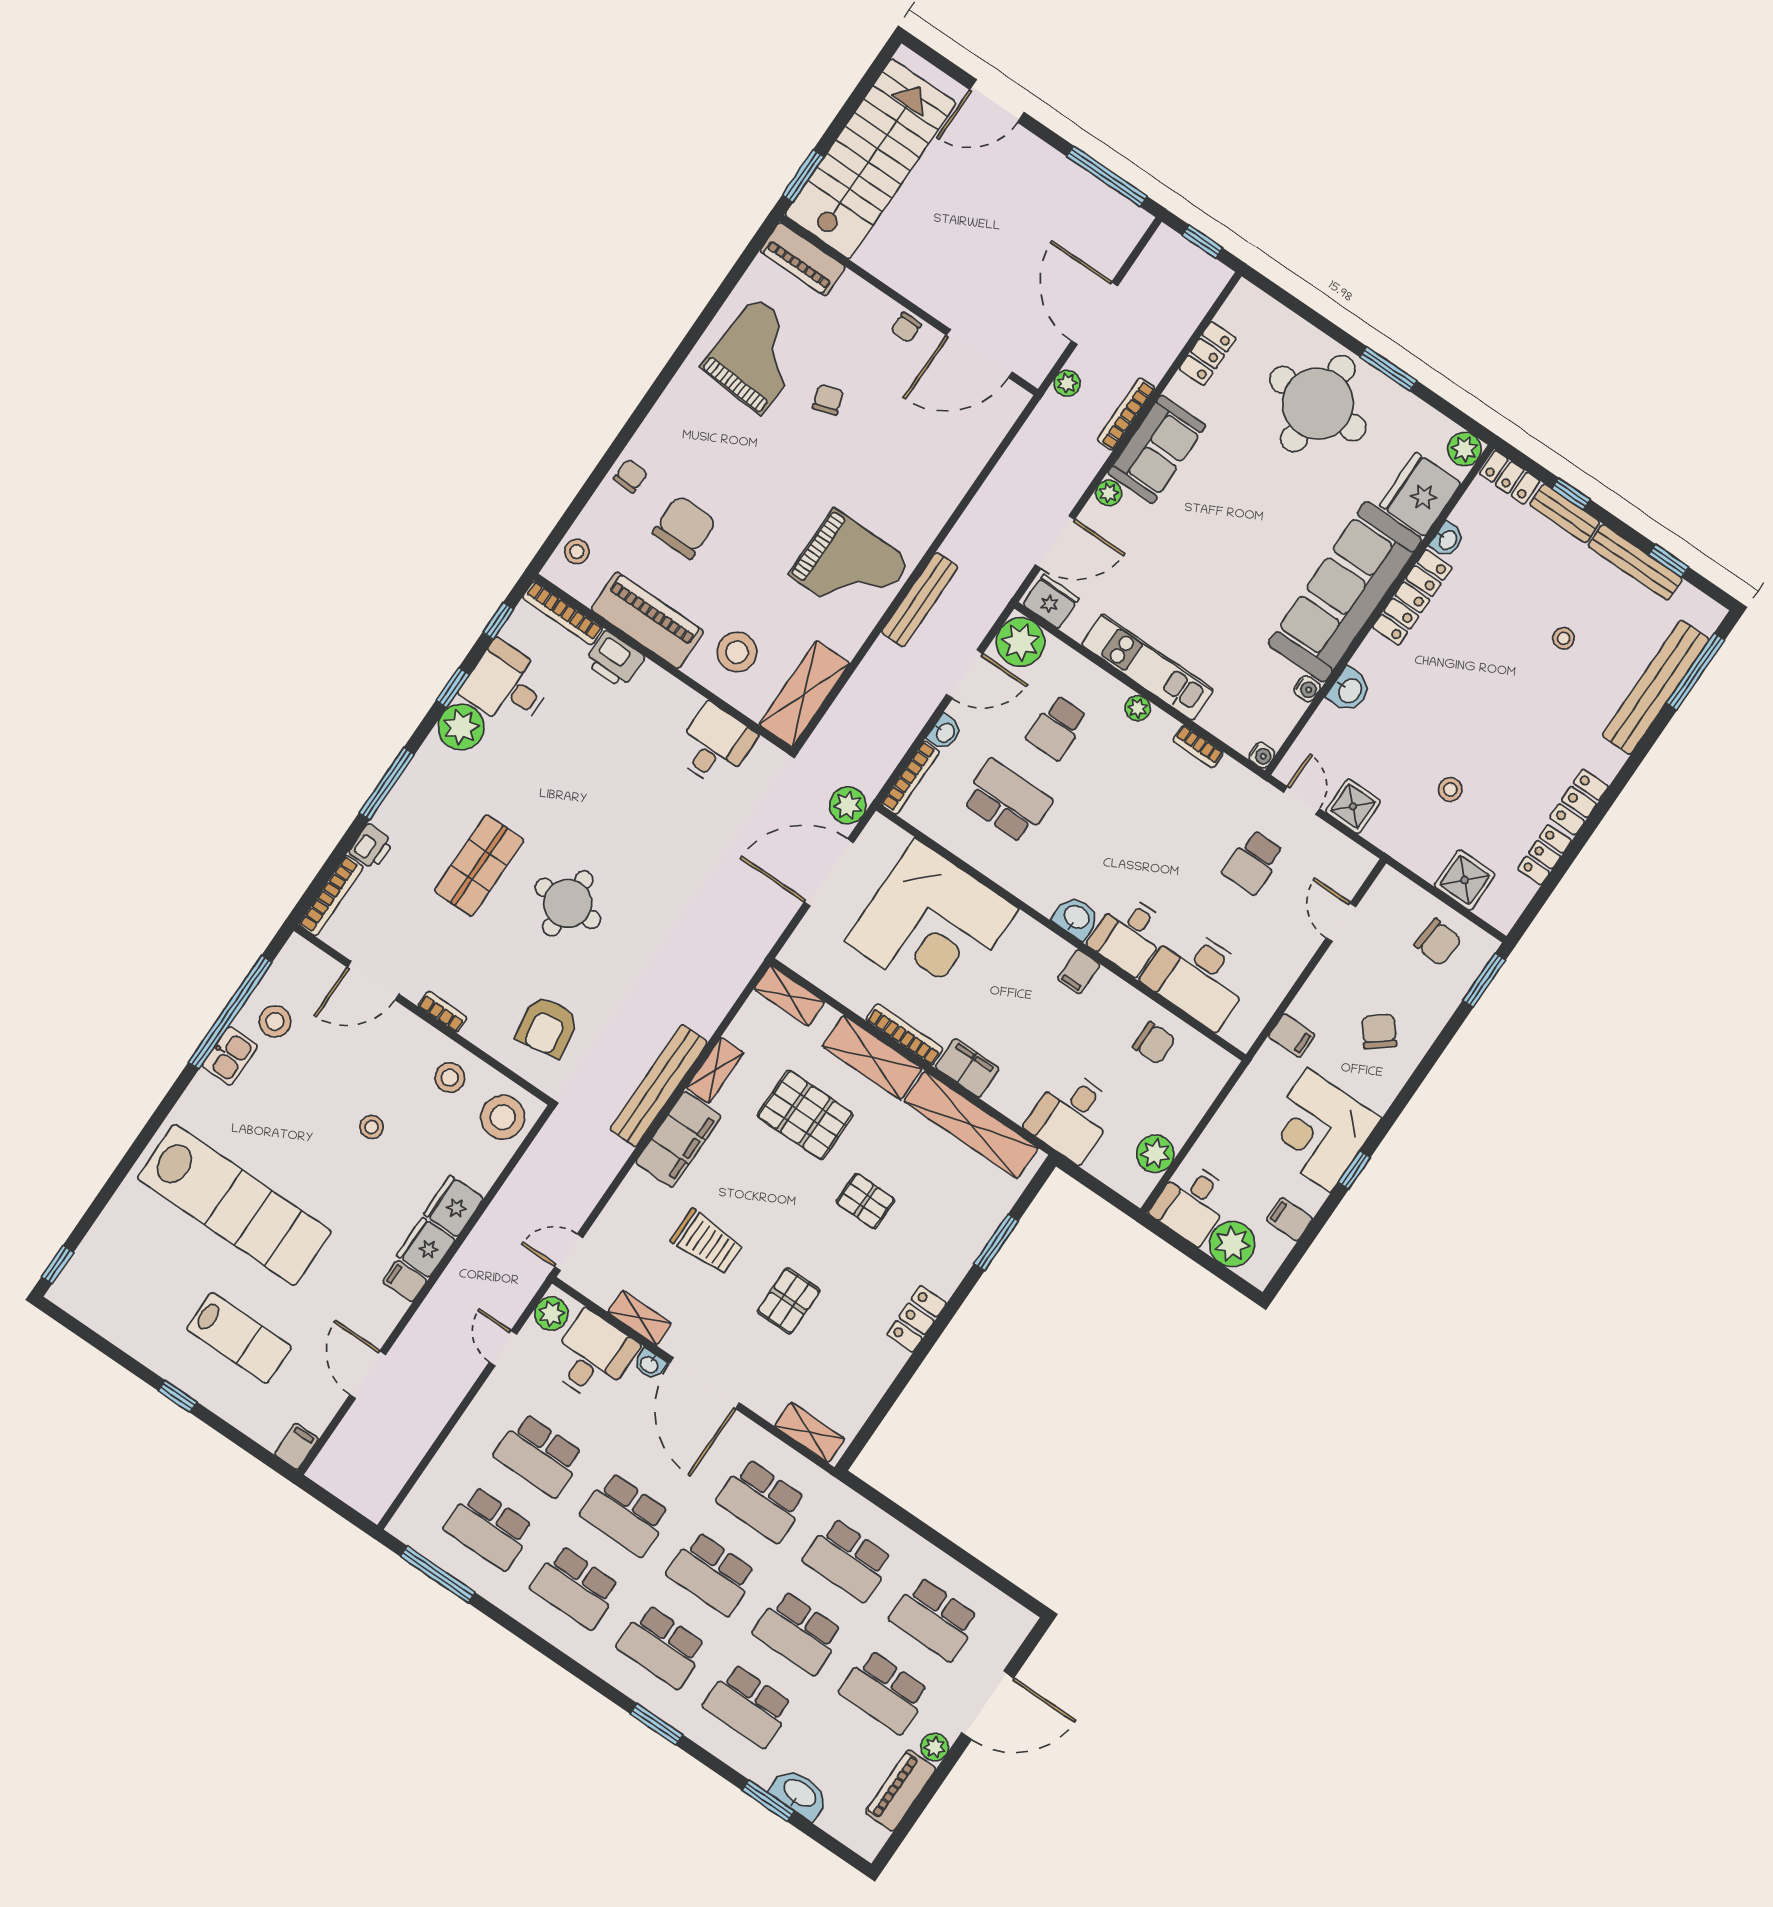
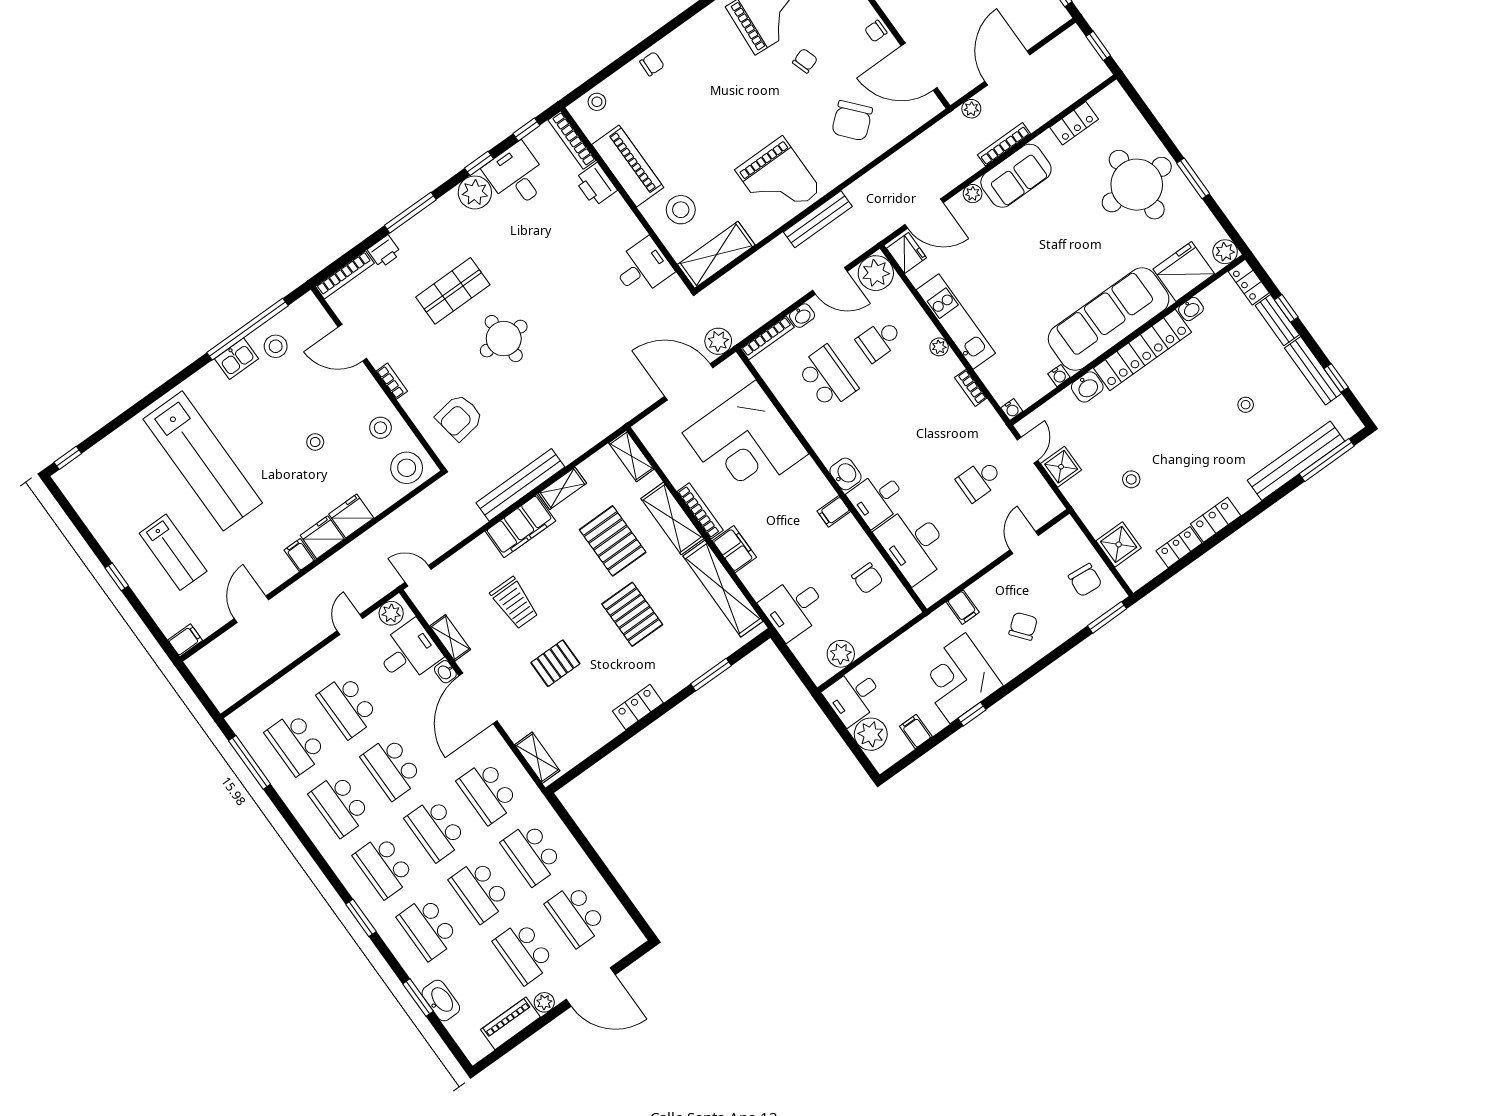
chair: (684, 527) -> (852, 121), moved, turned 139
locker: (1412, 597) -> (1142, 350), width x1.41, depth x1.21
pallet: (865, 1201) -> (632, 614), width x1.50, depth x1.42

